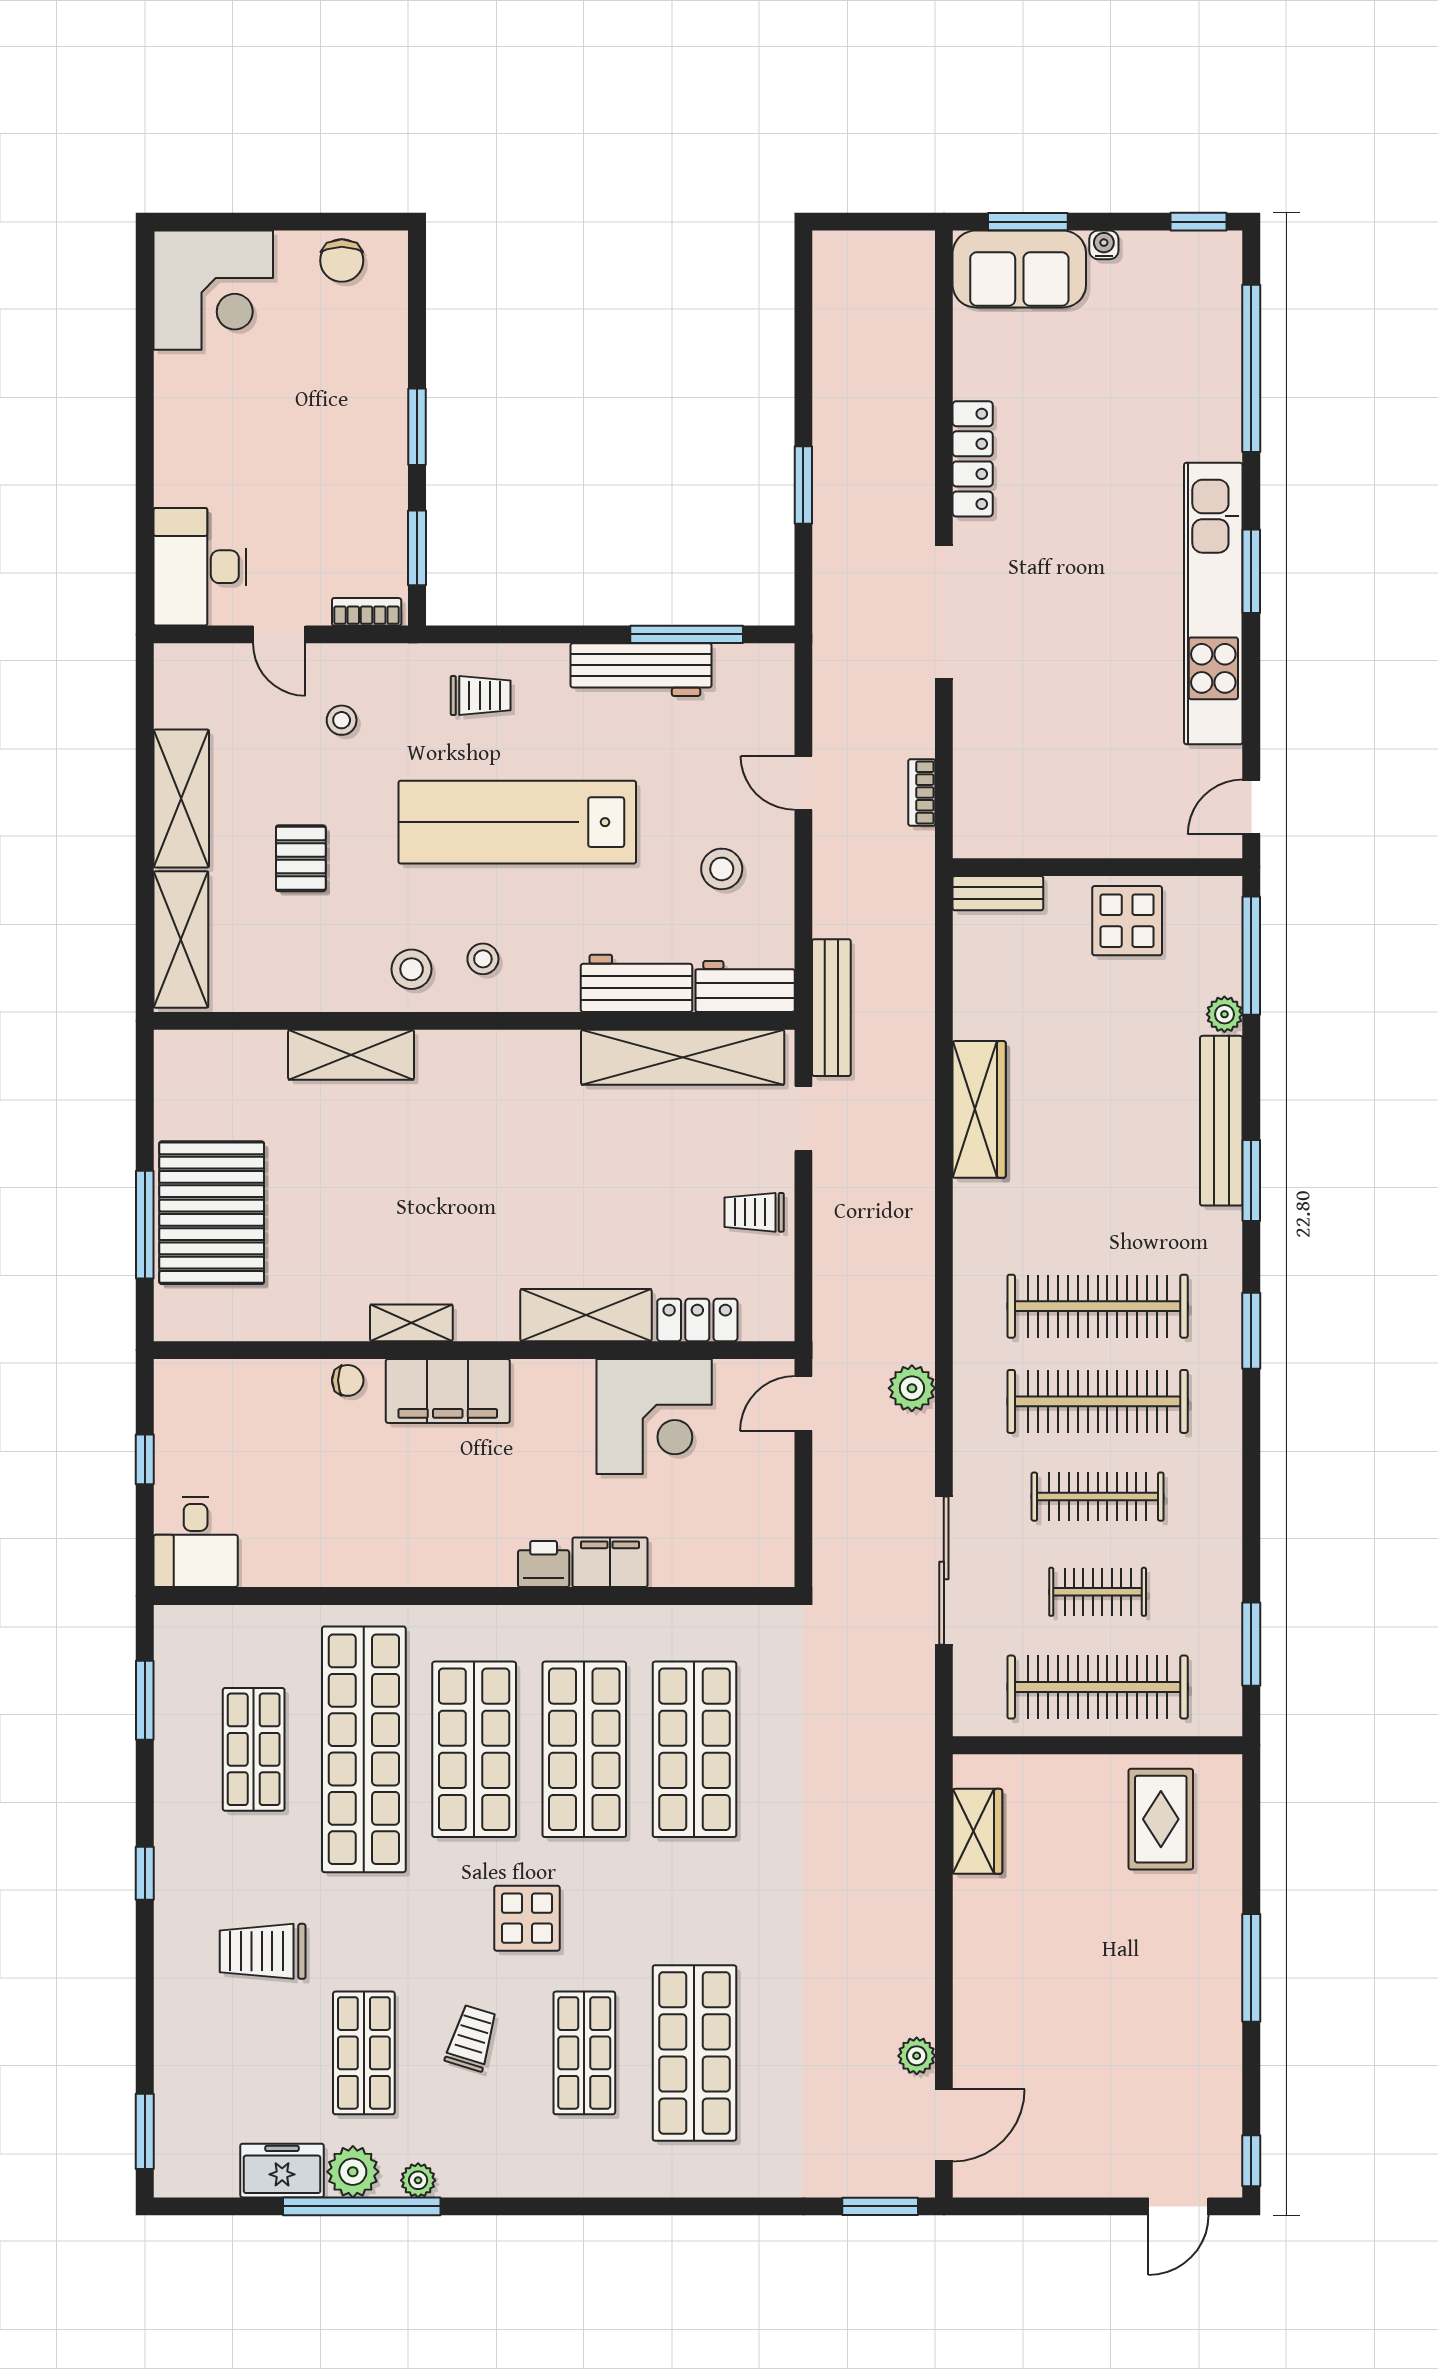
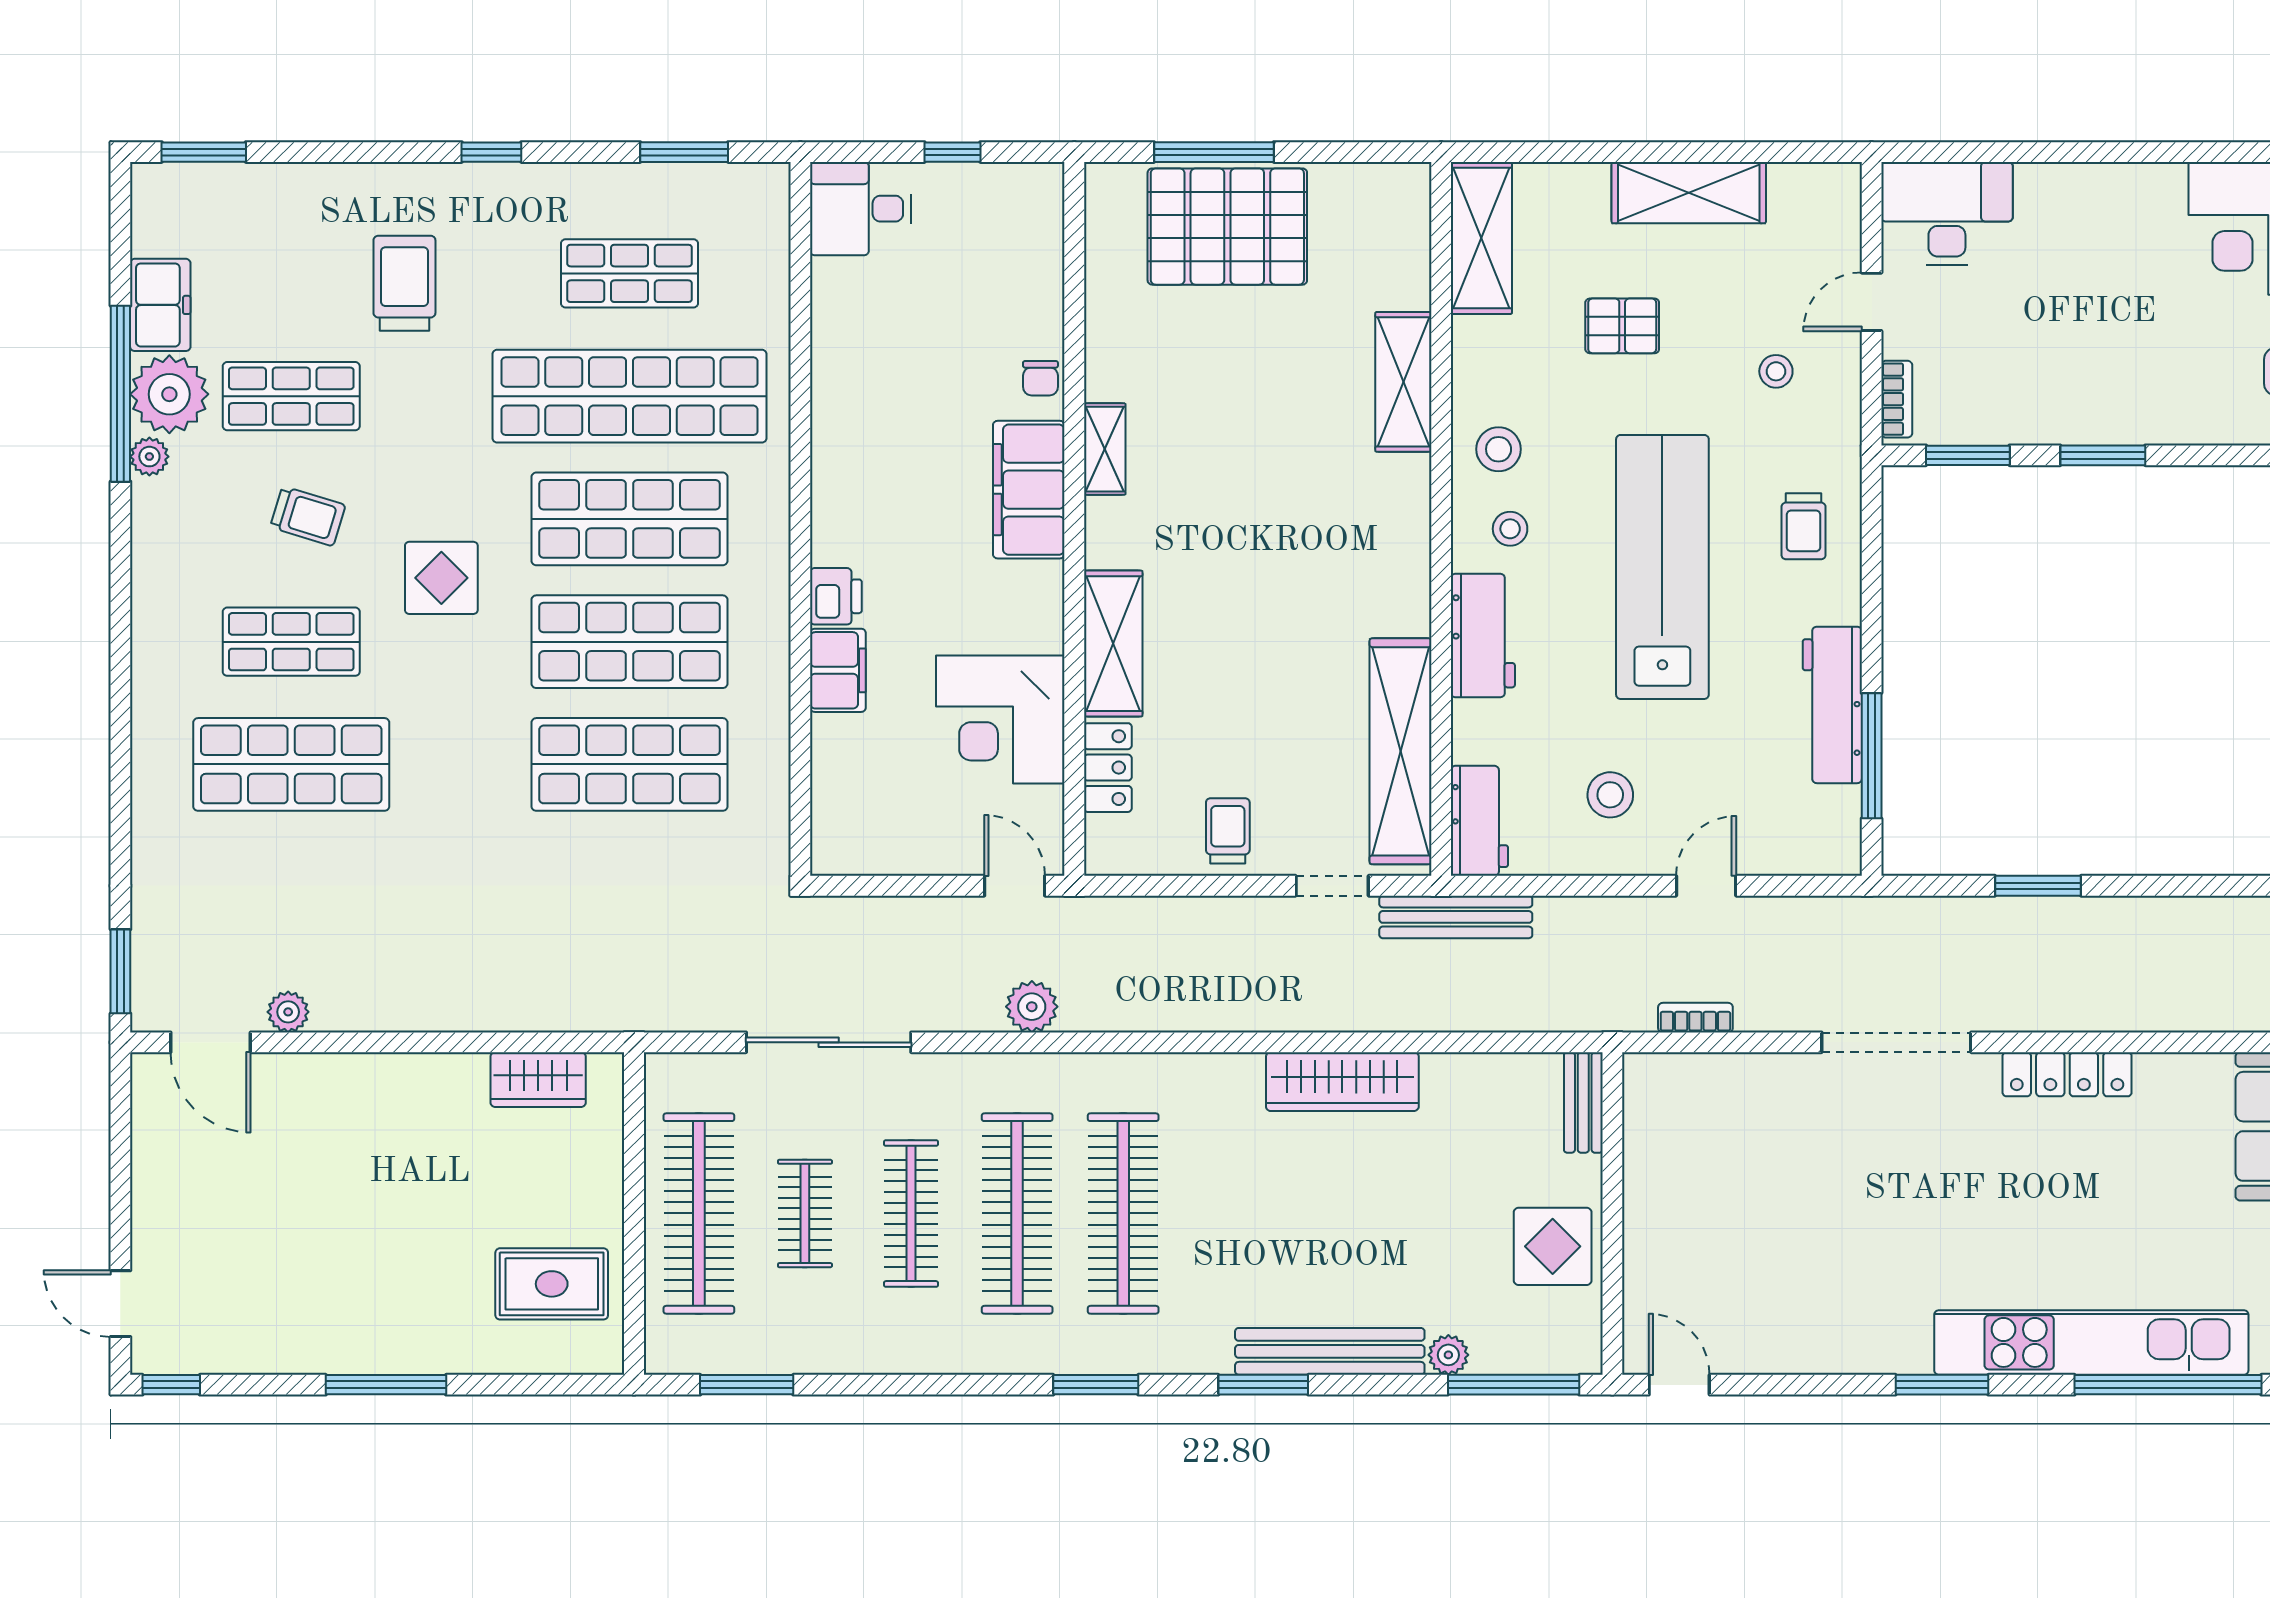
kitchen unit: (1213, 604) -> (2091, 1342), moved
shelving: (181, 940) -> (1481, 238), moved, turned 90
workbench: (636, 983) -> (1483, 636), moved
plant: (353, 2172) -> (169, 394), width x1.36, depth x1.36

